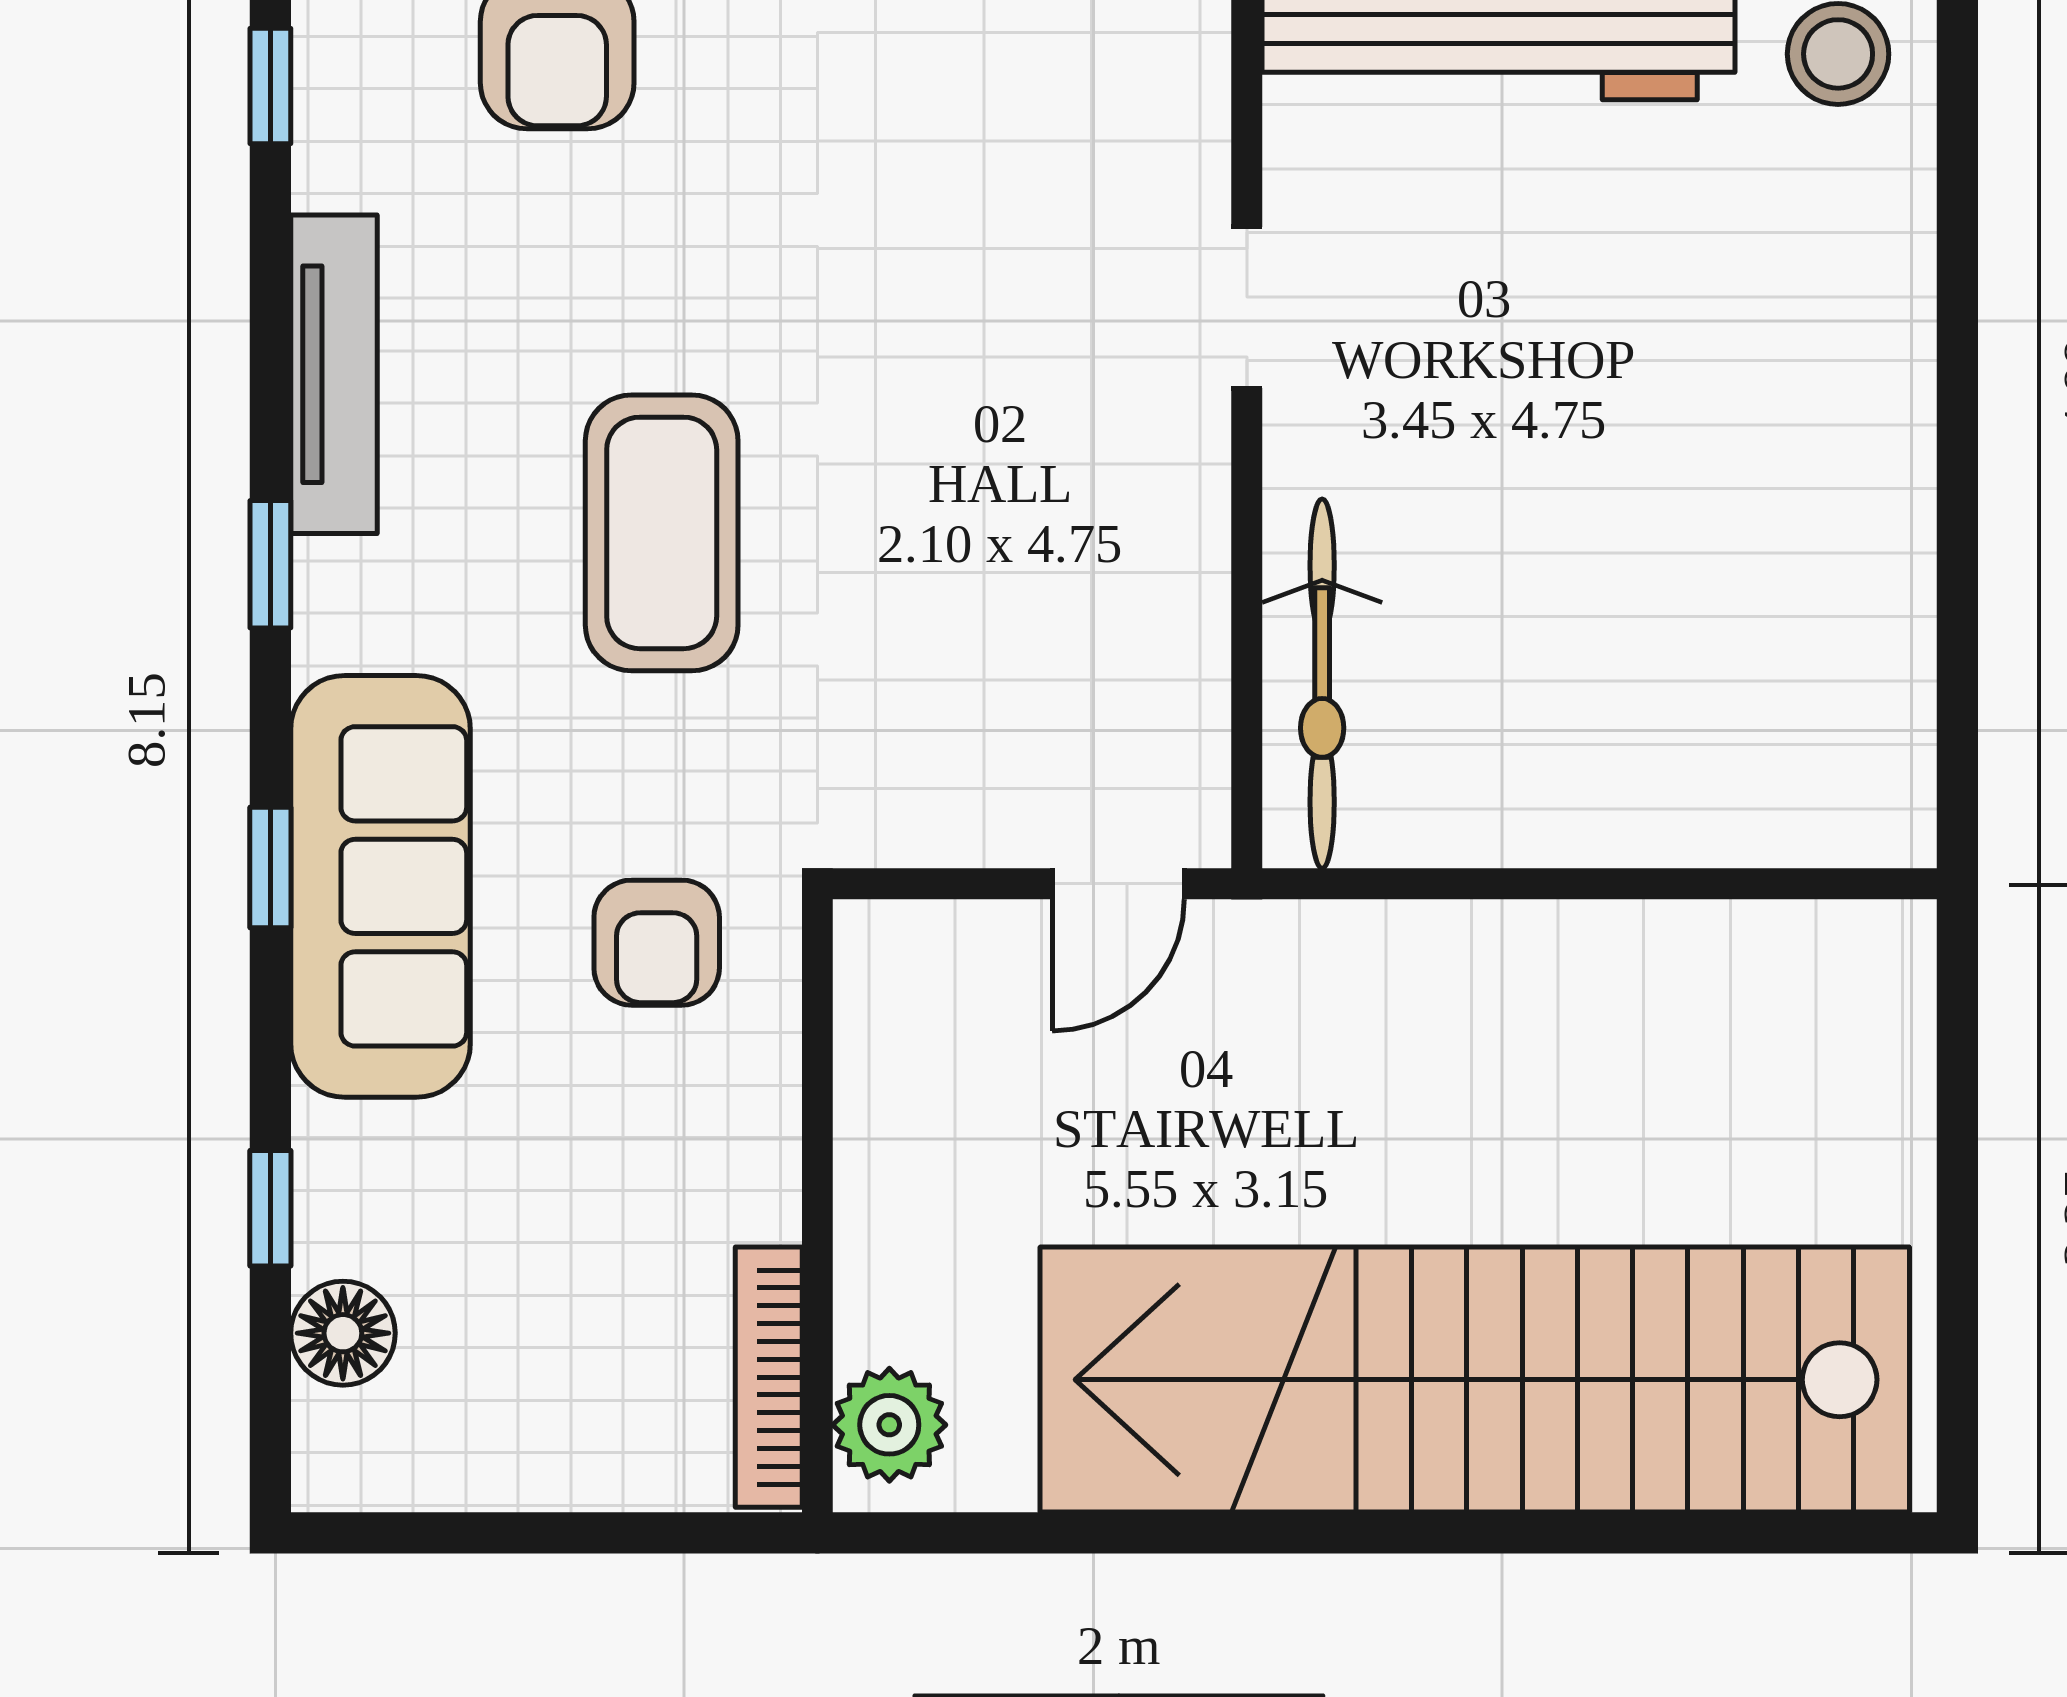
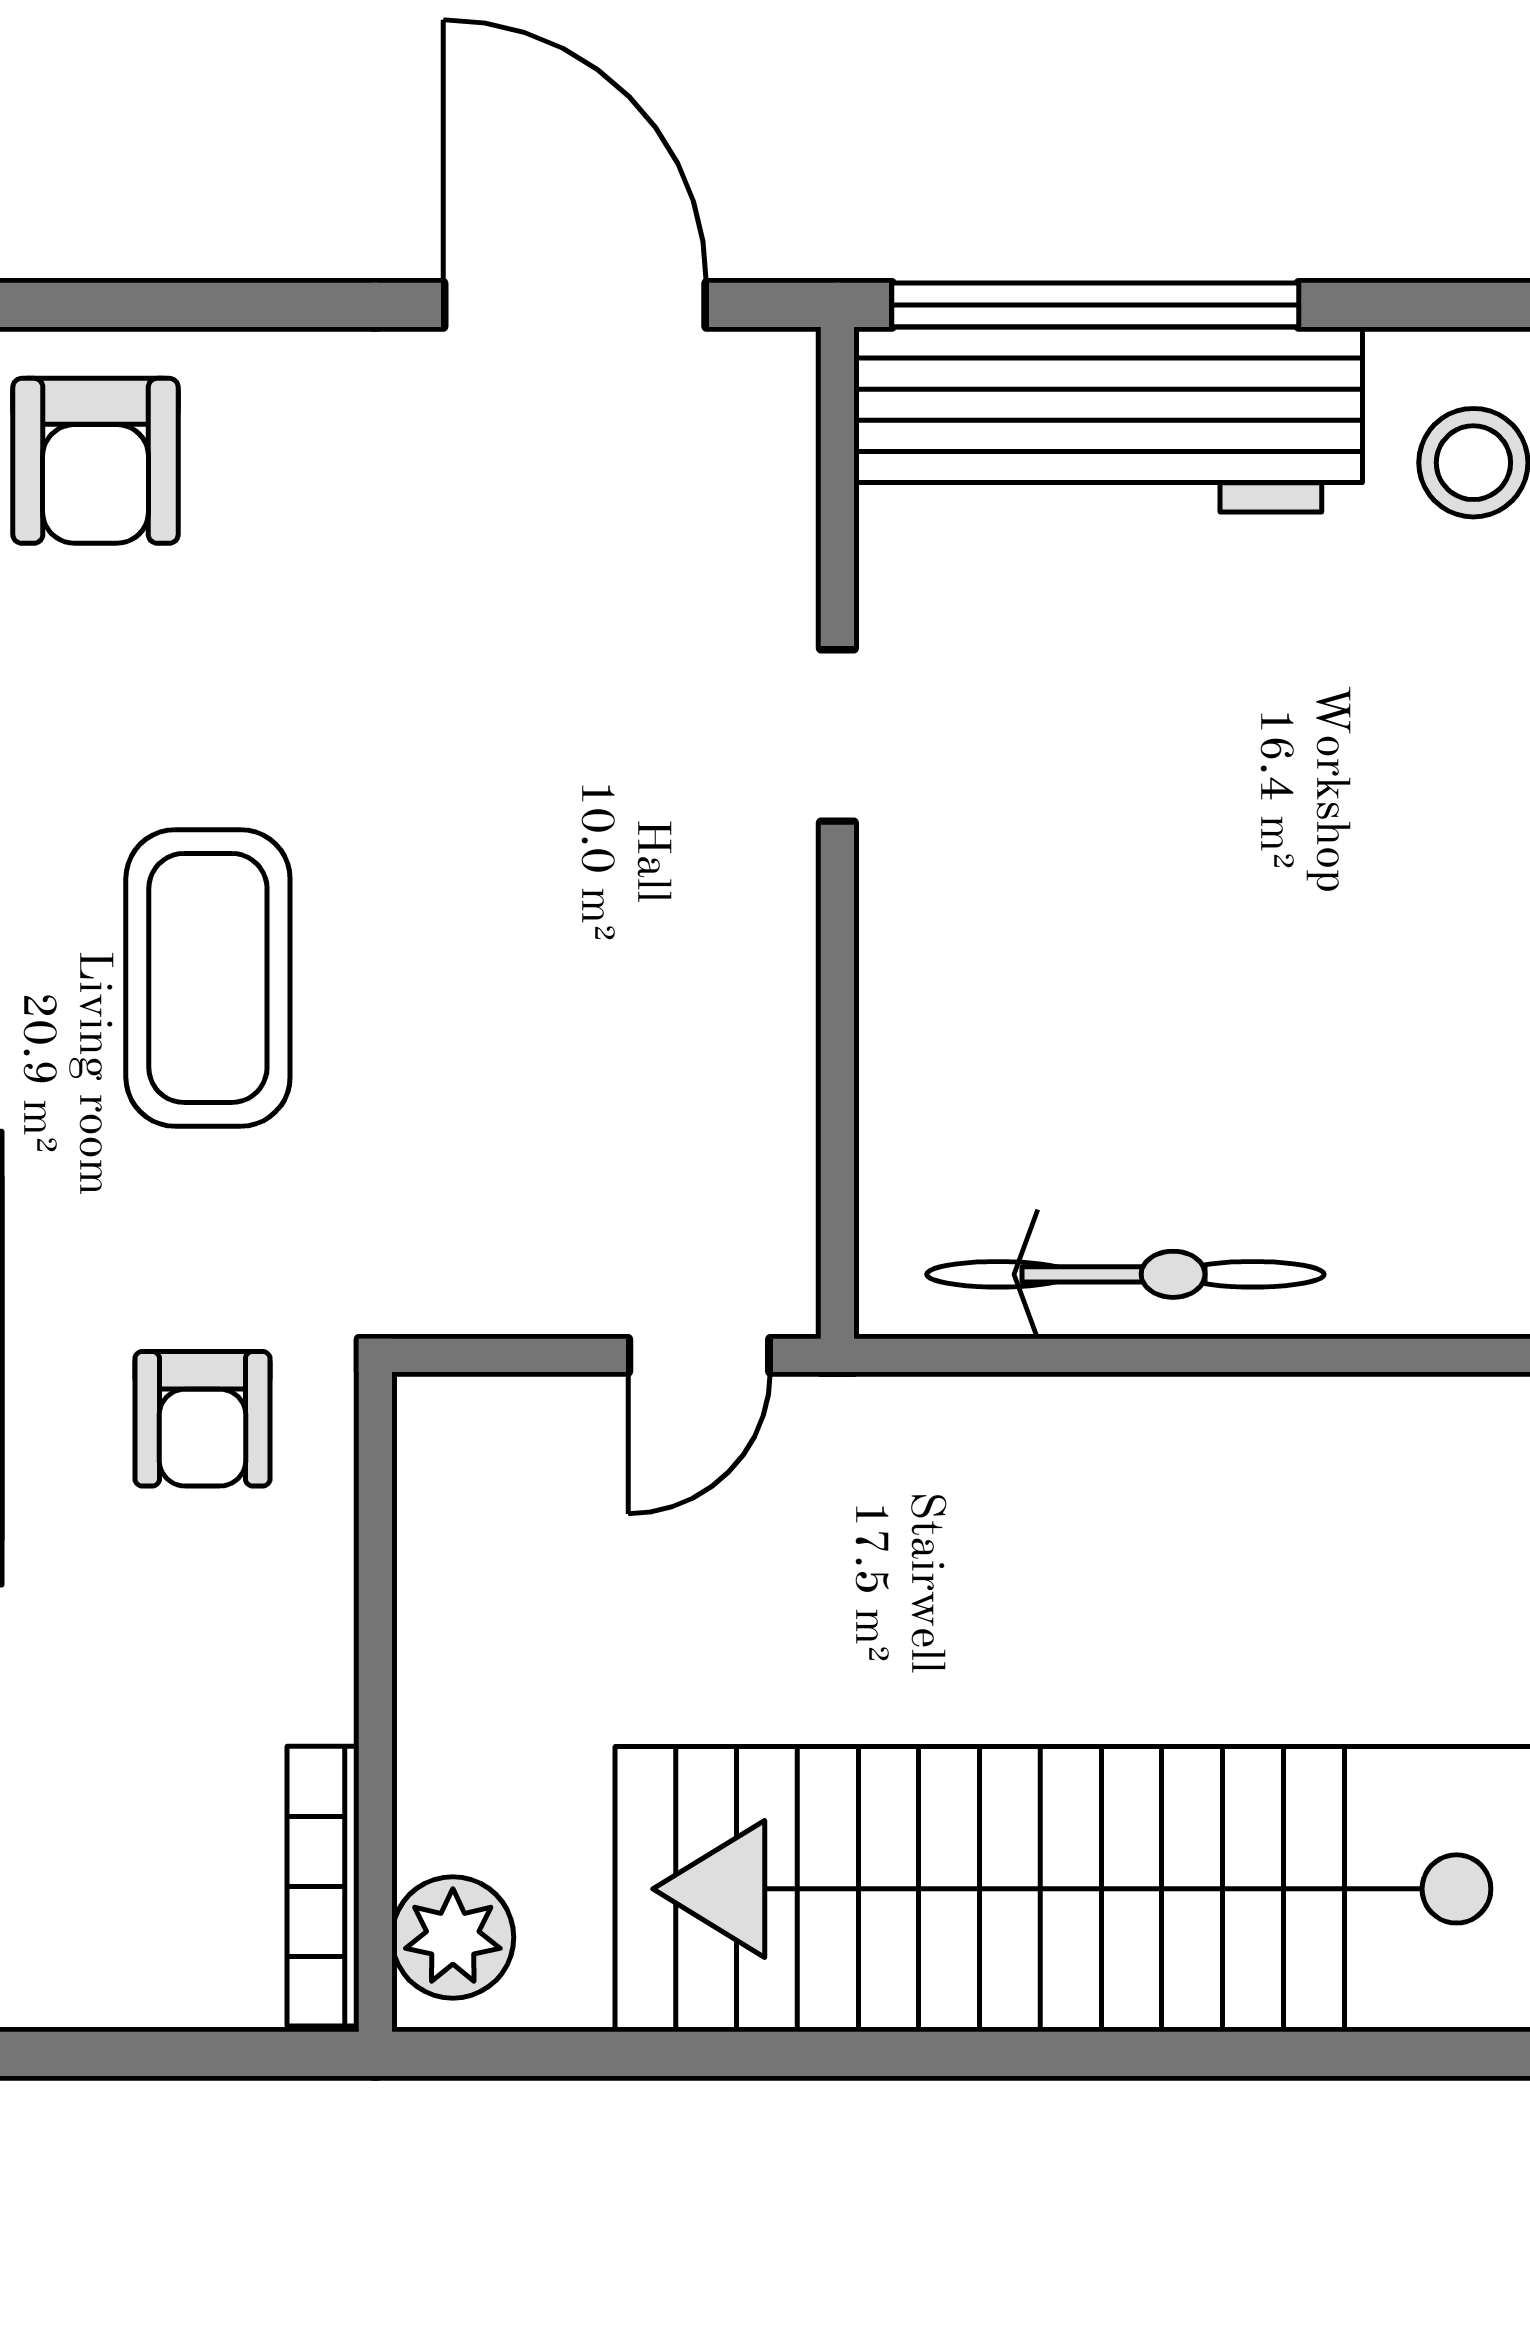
bicycle: (1322, 684) -> (1125, 1274), moved, turned -90

